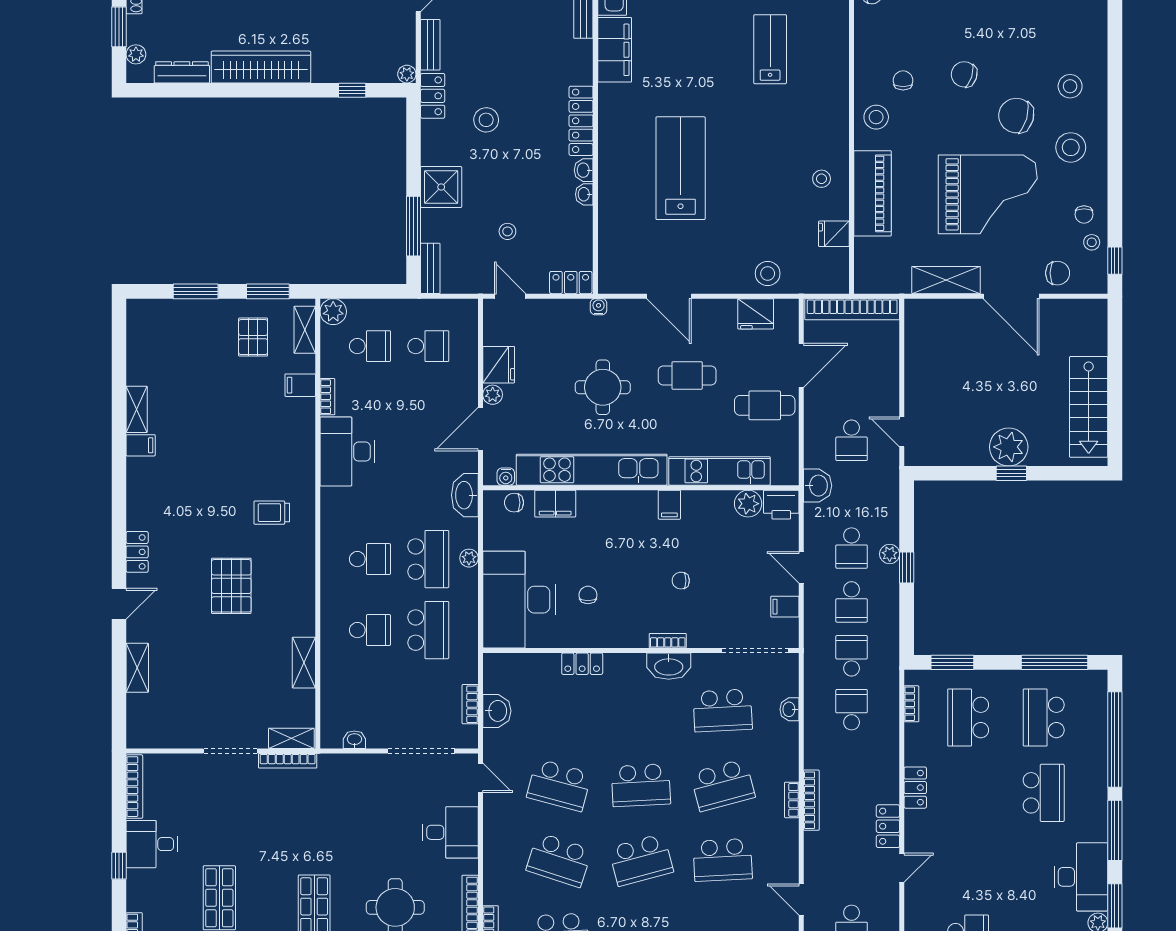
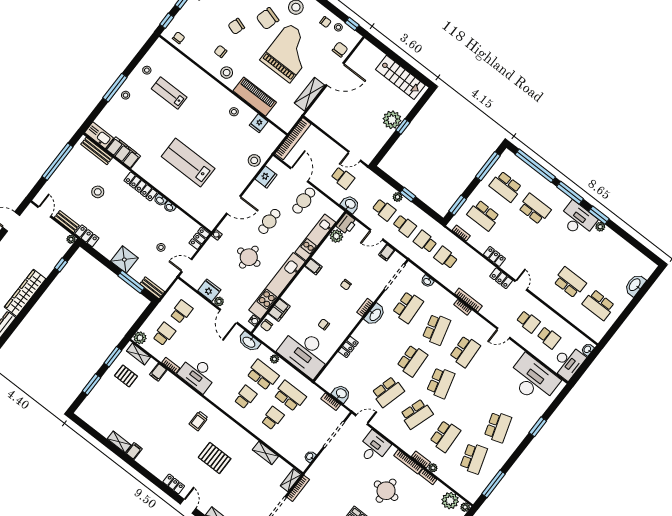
stool: (486, 120) -> (98, 192), moved

